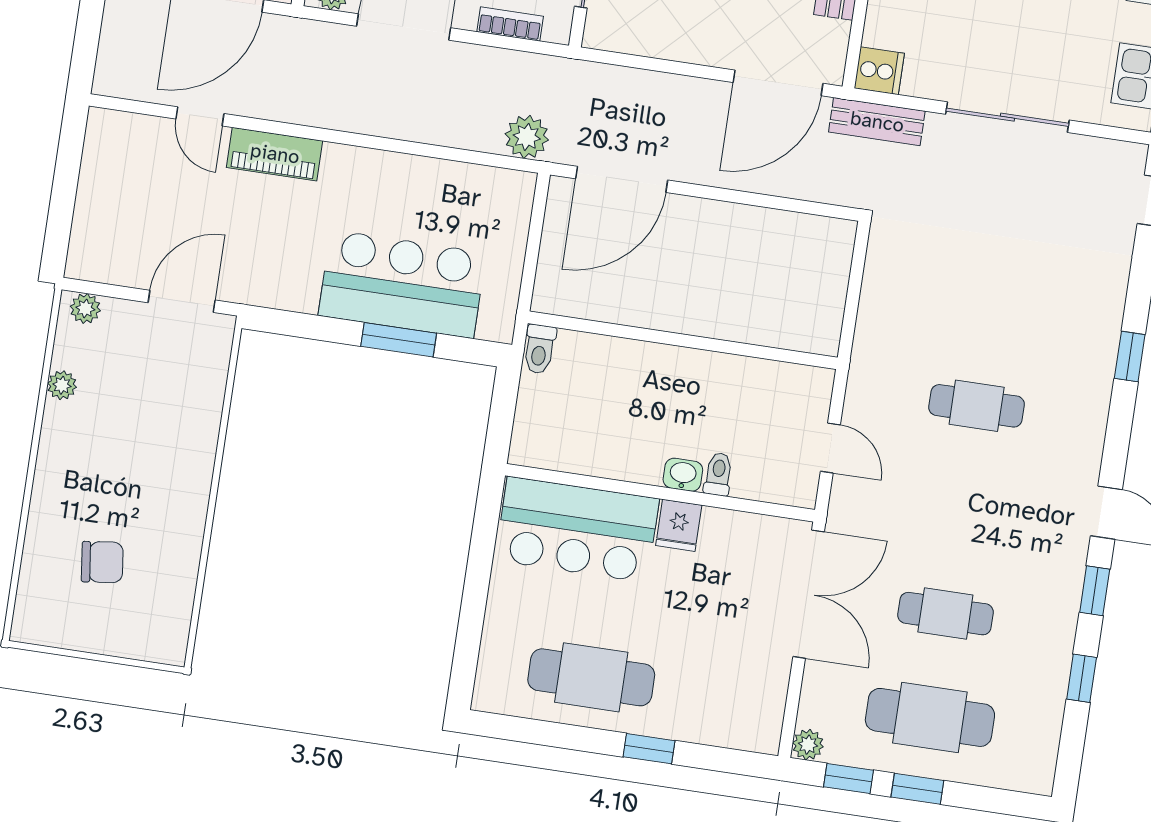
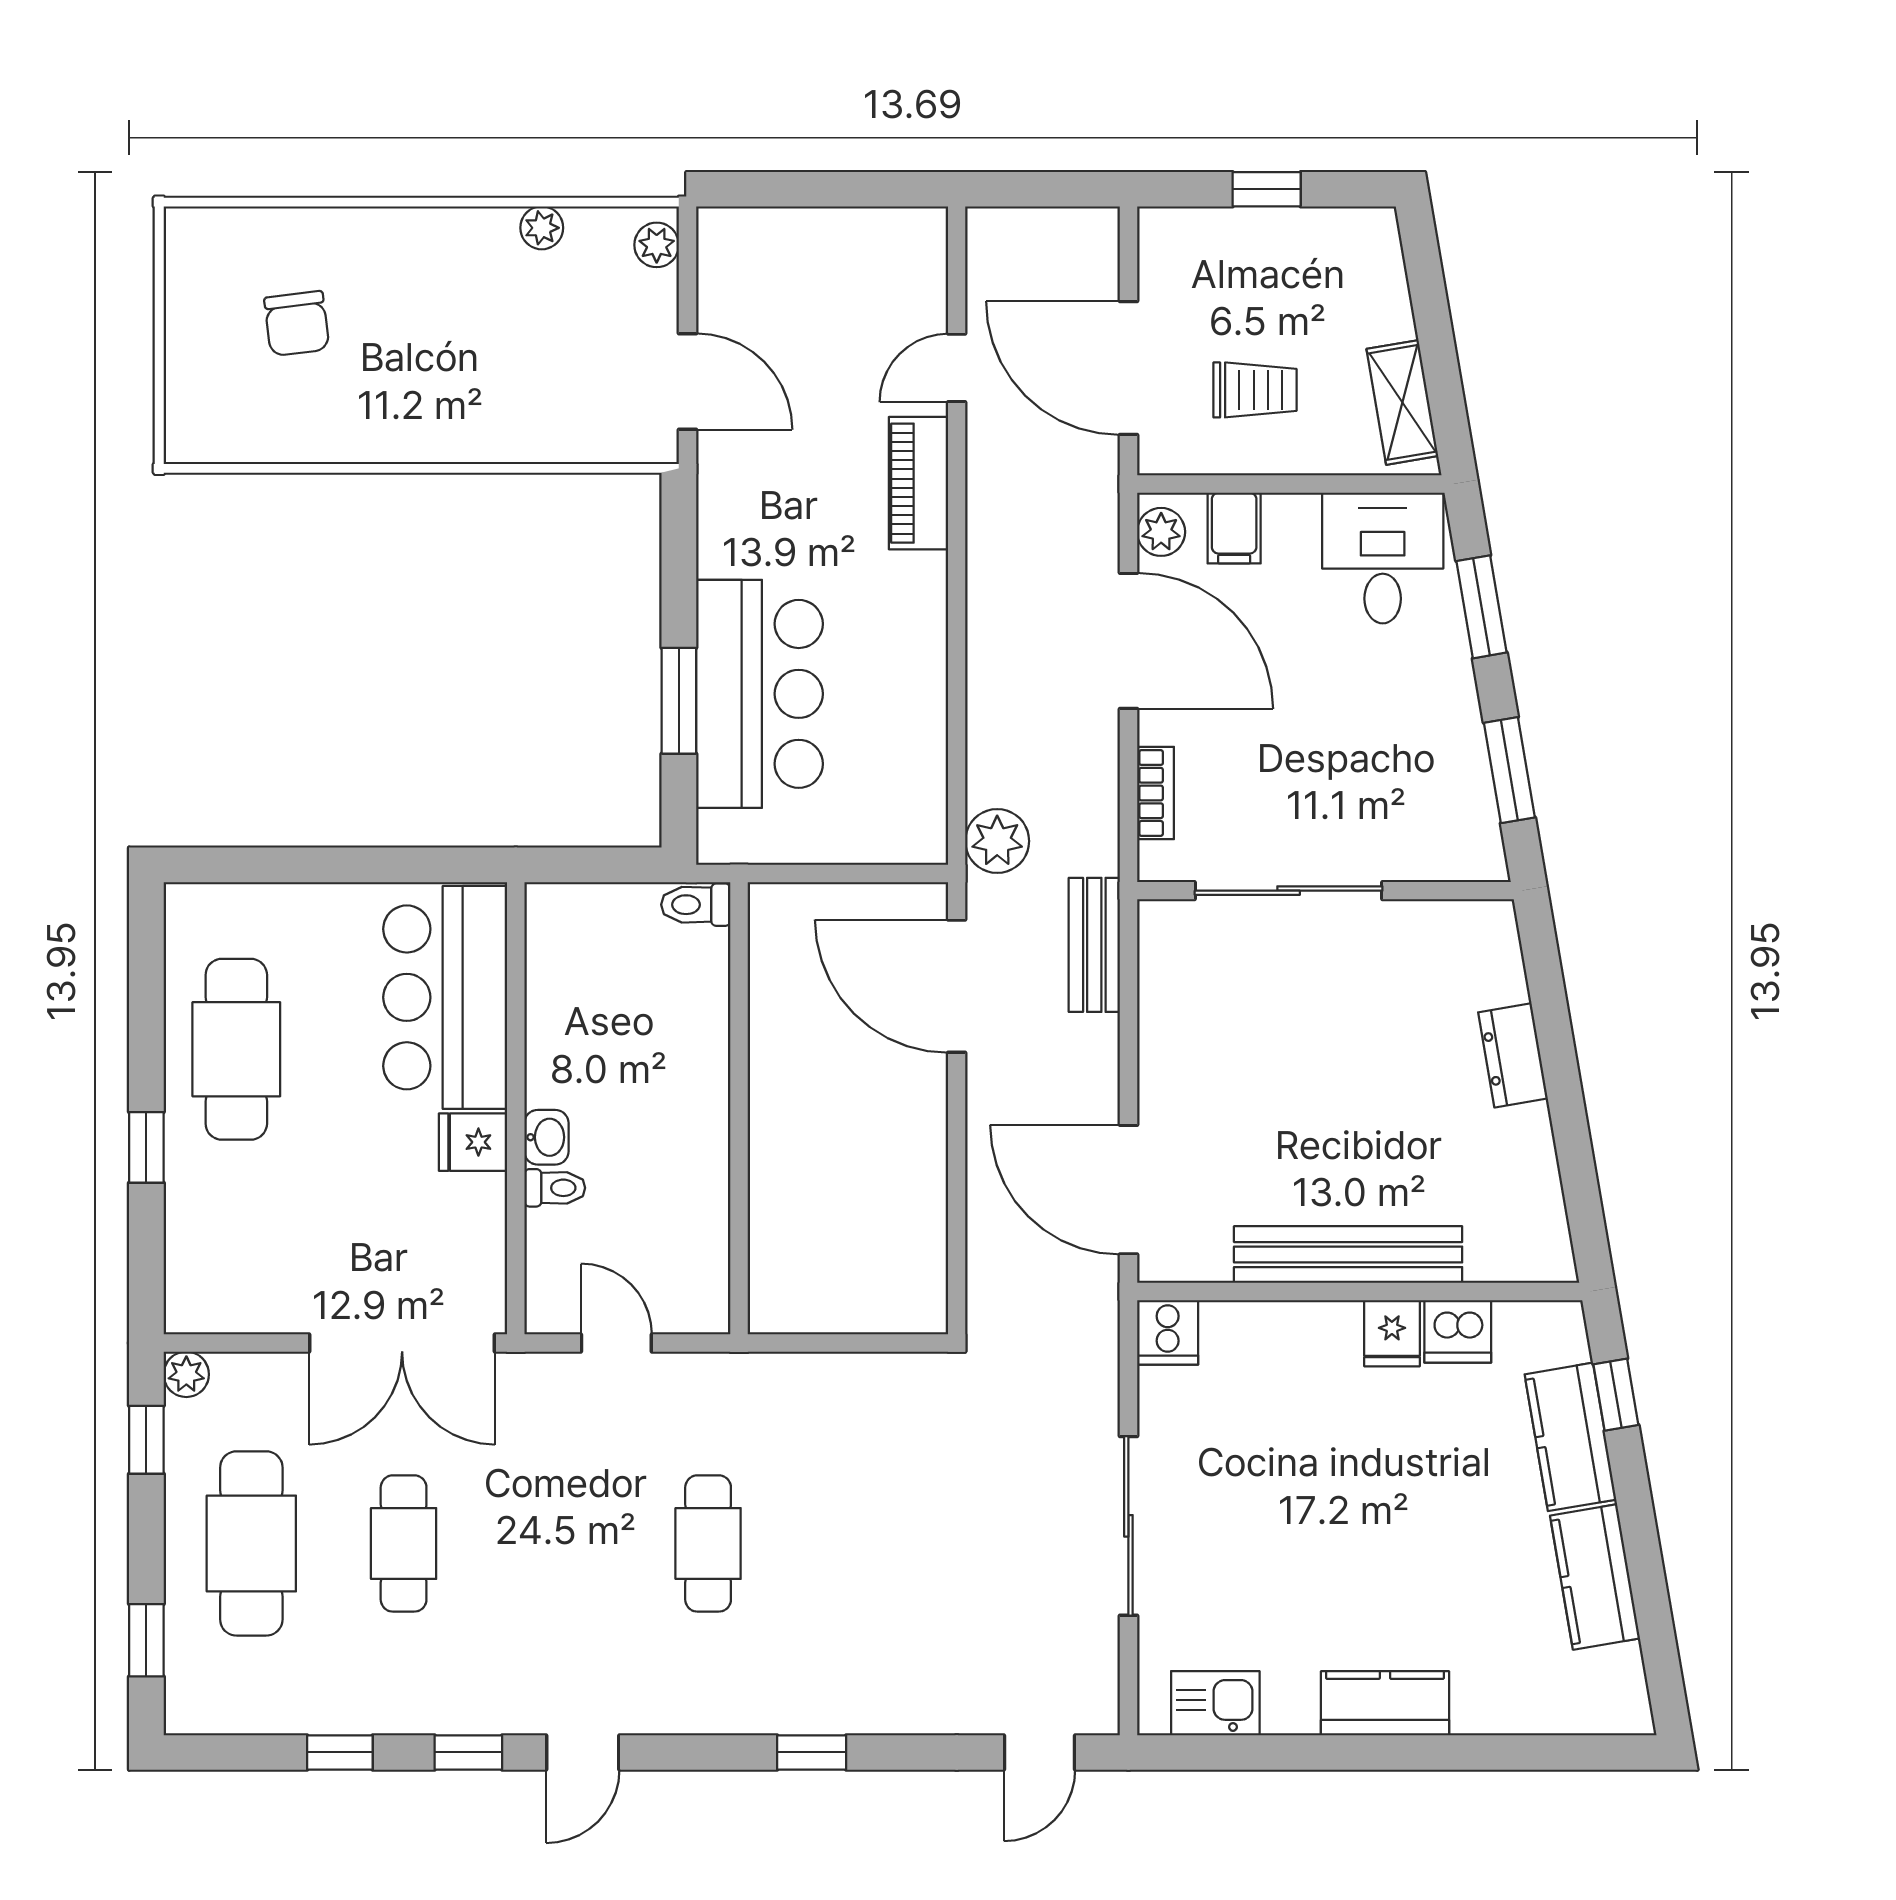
bench: (877, 122) -> (1094, 945), moved
door: (830, 448) -> (616, 1343), swing flipped
window: (917, 789) -> (146, 1640), moved

